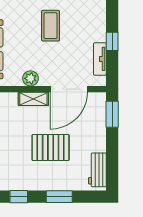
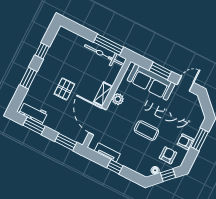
pallet: (51, 148) -> (64, 89), width x0.67, depth x0.71
window: (112, 161) -> (34, 126), added

